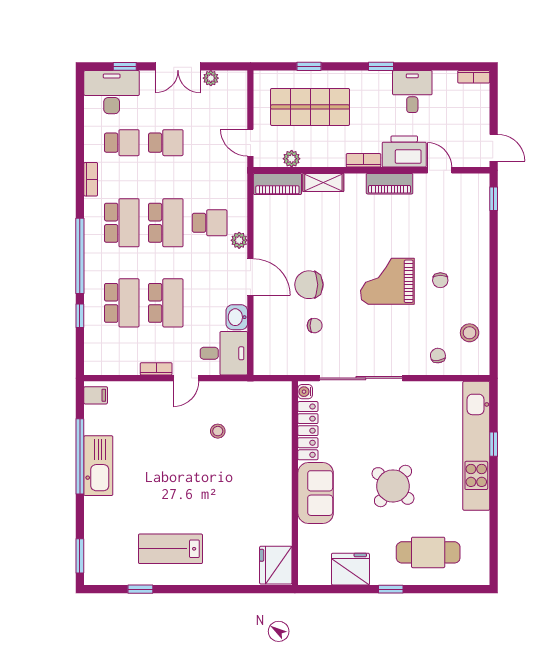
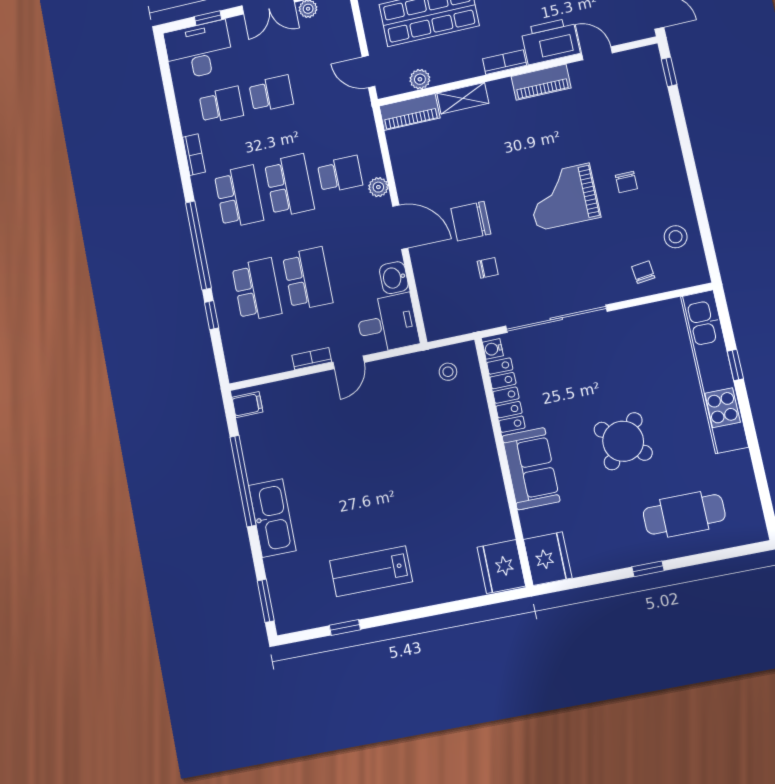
stool: (218, 431) -> (448, 372), moved
kitchen sink: (98, 466) -> (272, 518), moved
fridge: (350, 569) -> (548, 559), moved, turned 90

